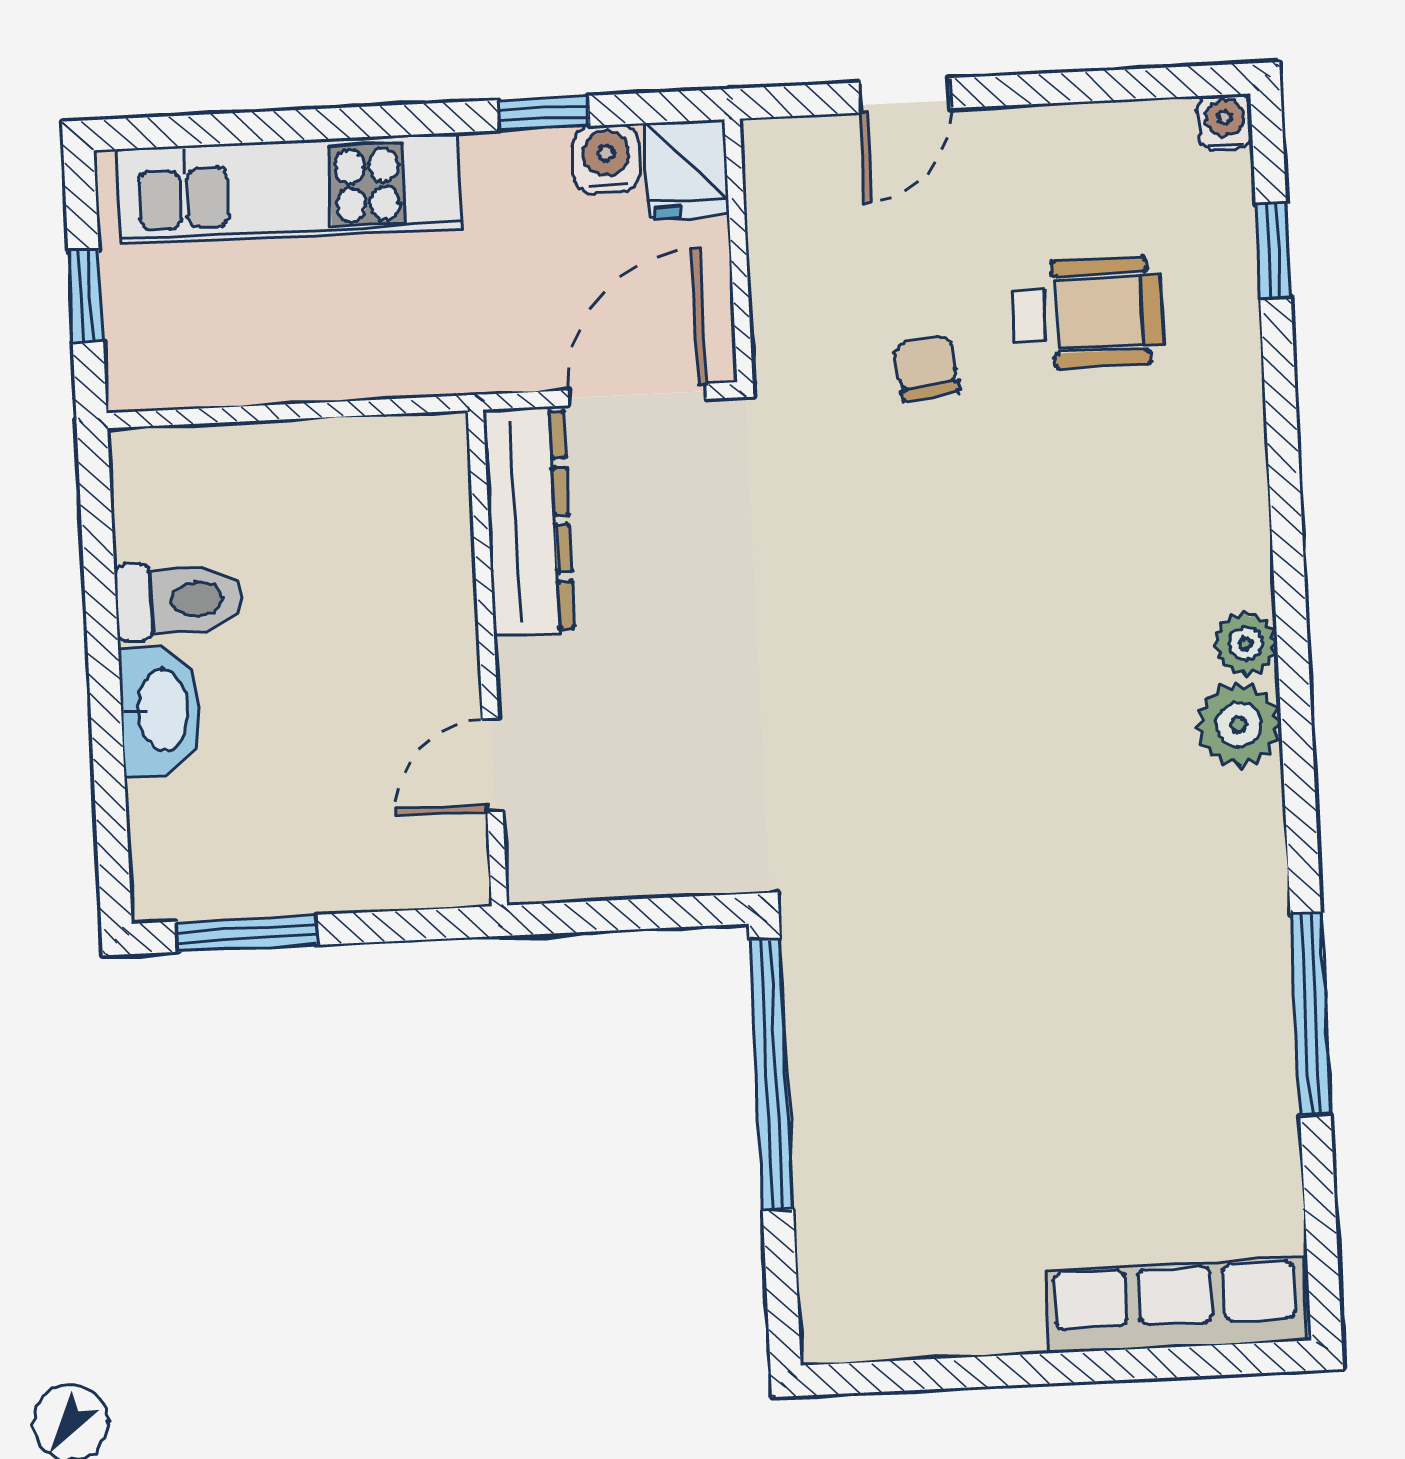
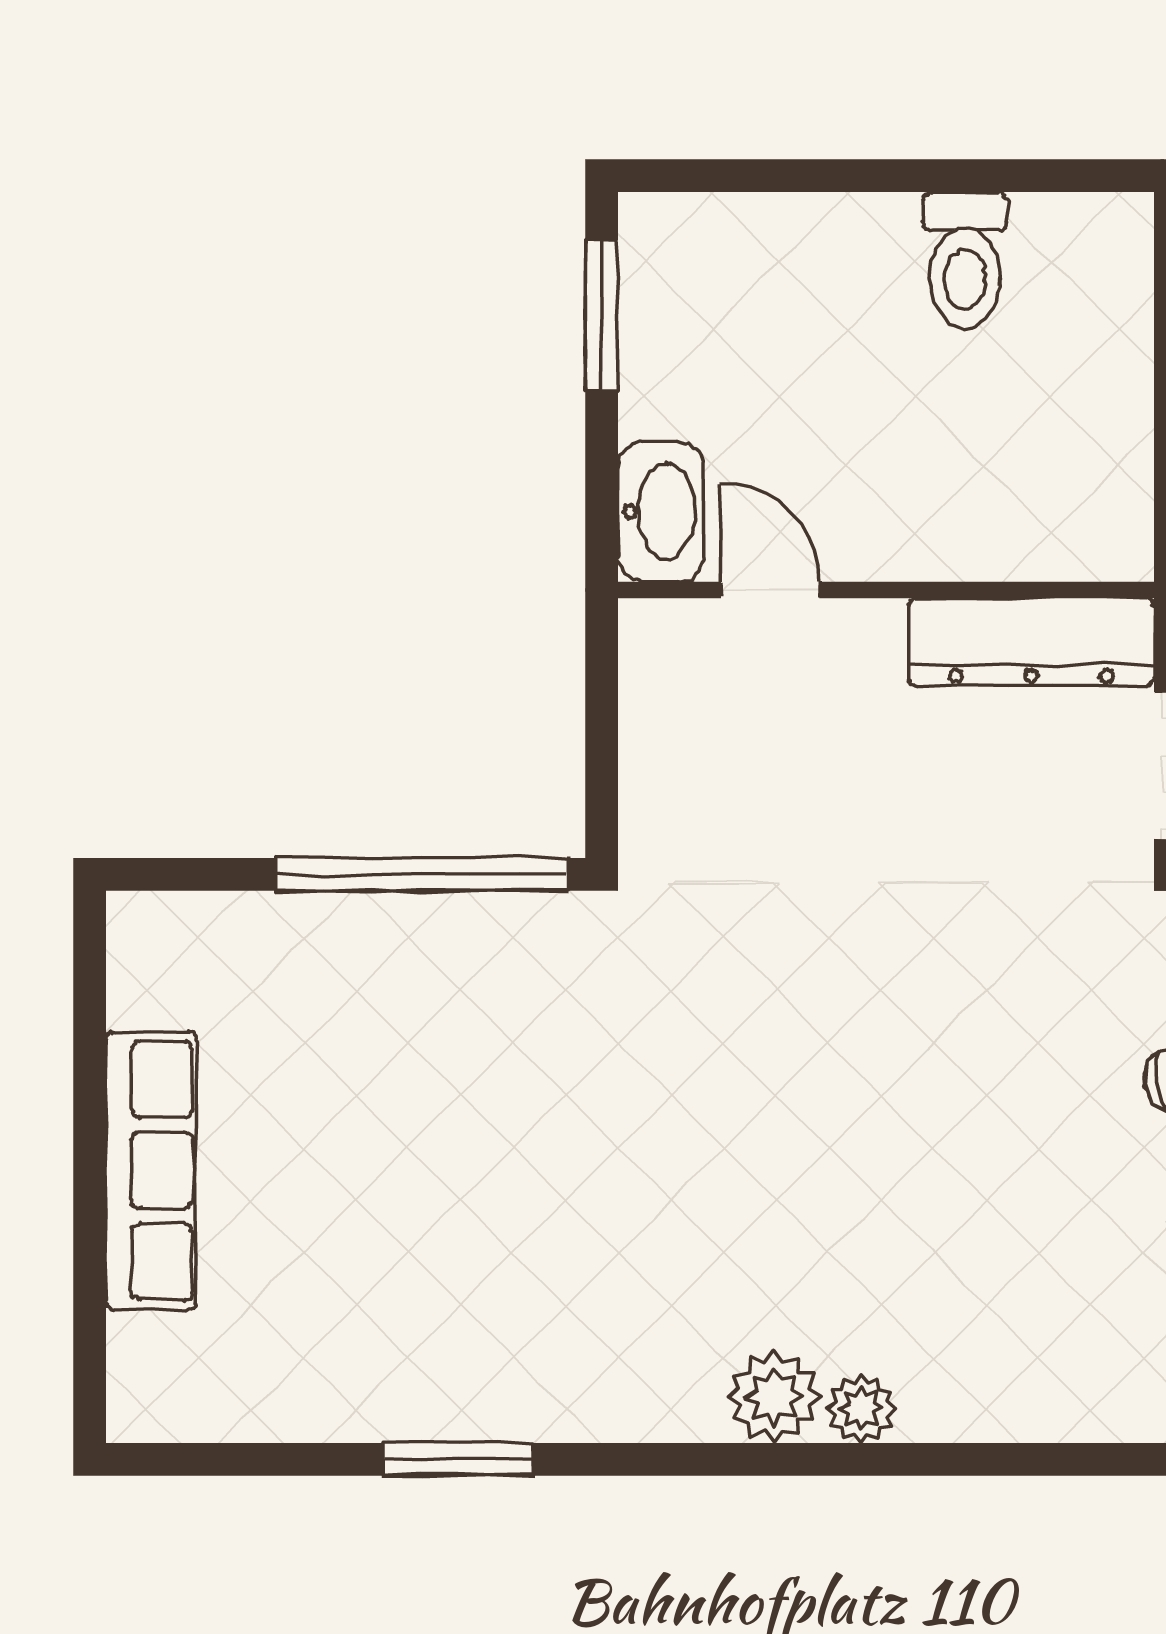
washbasin: (161, 710) -> (661, 512), moved, turned -90
window: (1311, 1014) -> (458, 1459), width x0.69
row of seats: (1175, 1305) -> (151, 1171), moved

